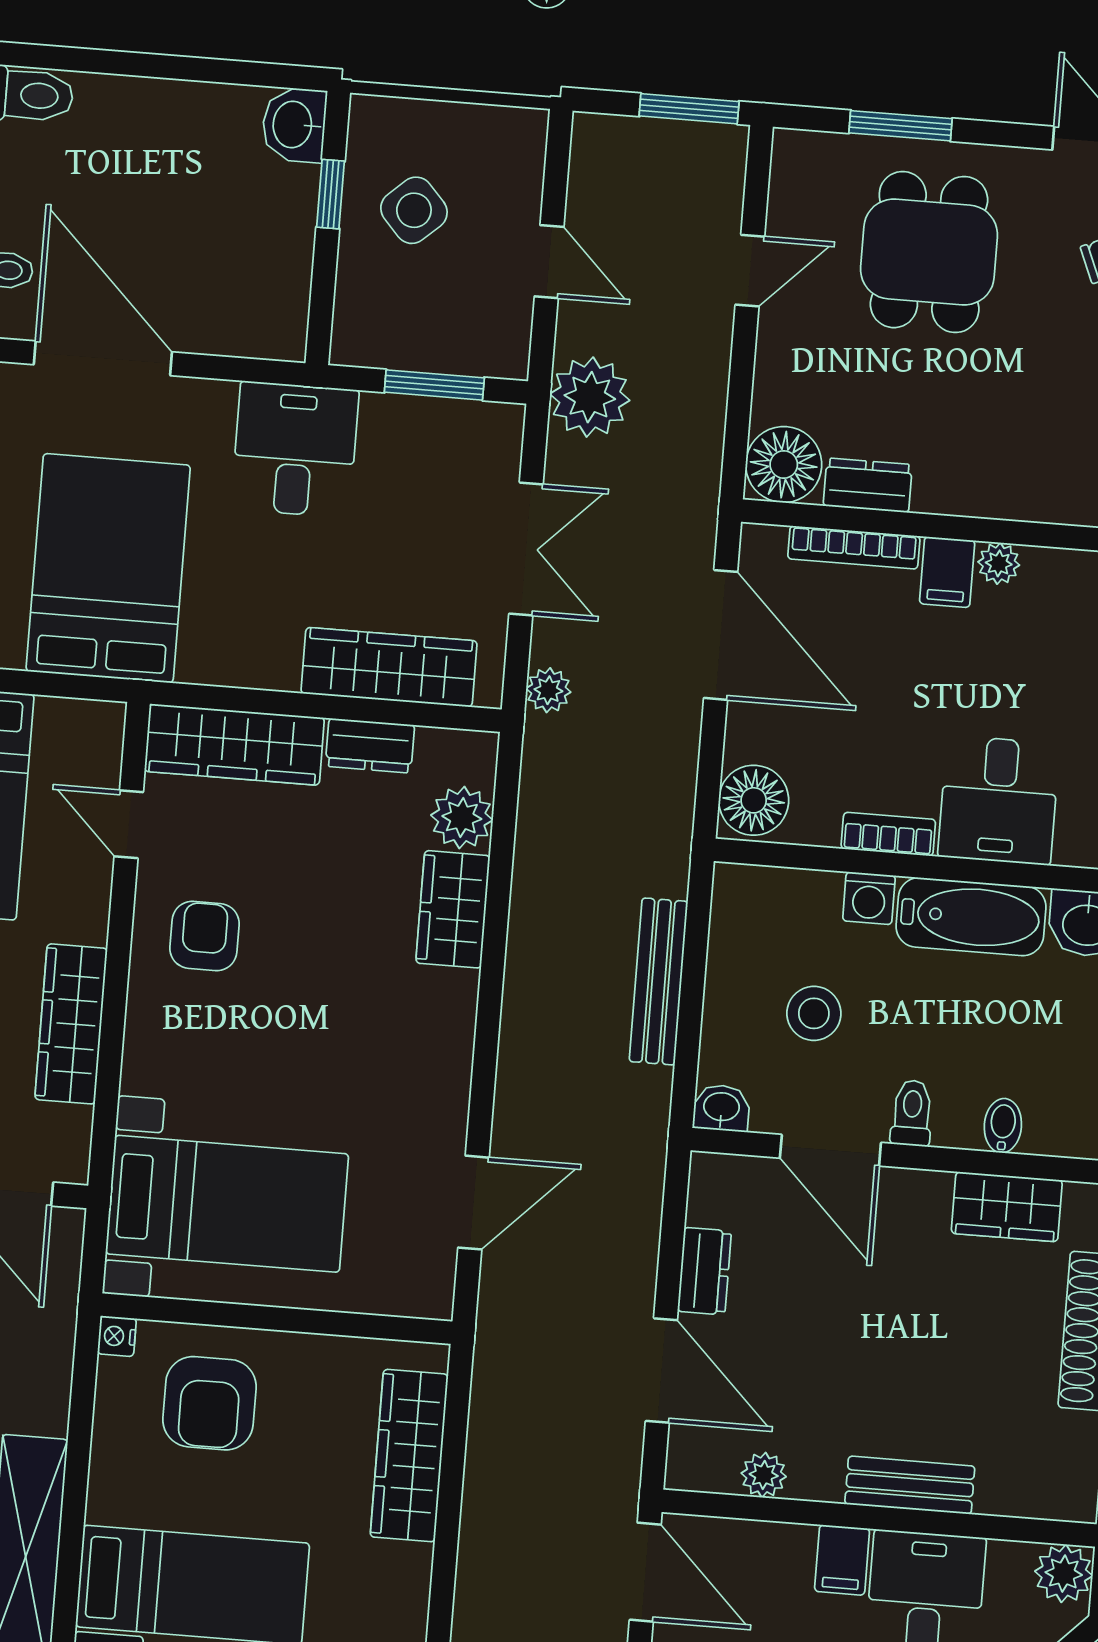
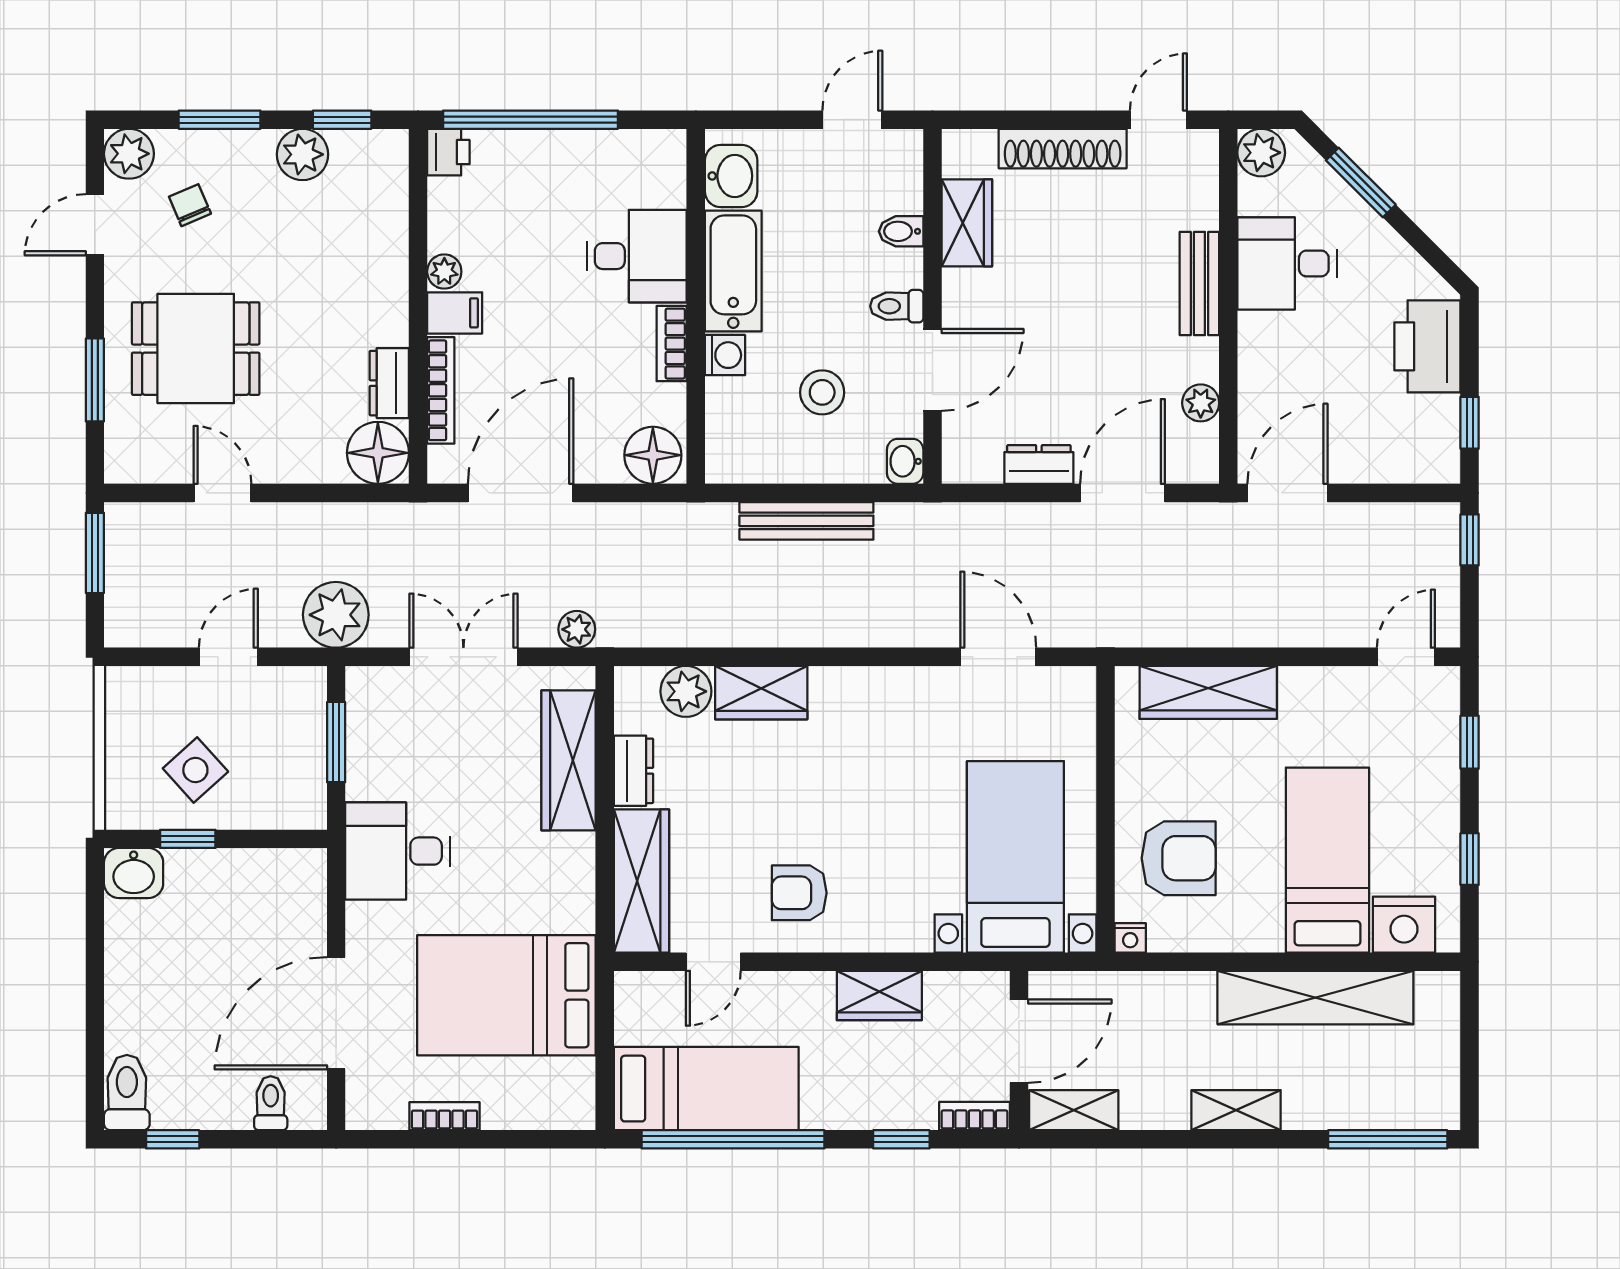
wardrobe: (71, 1024) -> (879, 996), width x0.67
filing cabinet: (842, 1560) -> (1265, 334), removed

